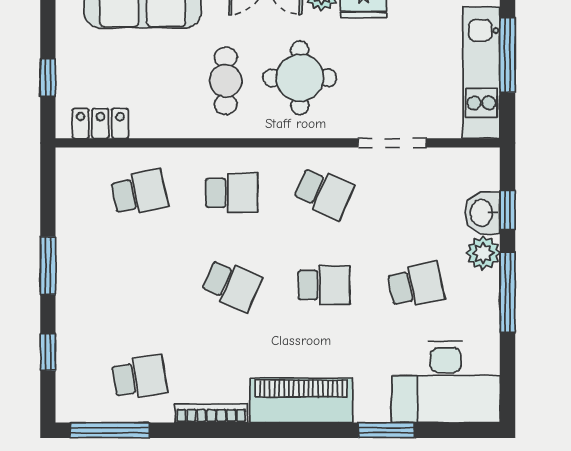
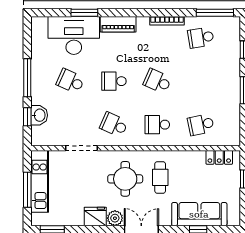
plant: (483, 253) -> (39, 96), removed
school desk: (416, 285) -> (70, 81), turned 36
desk: (446, 382) -> (74, 35), moved
piano: (301, 400) -> (118, 24), width x0.73, depth x0.75

